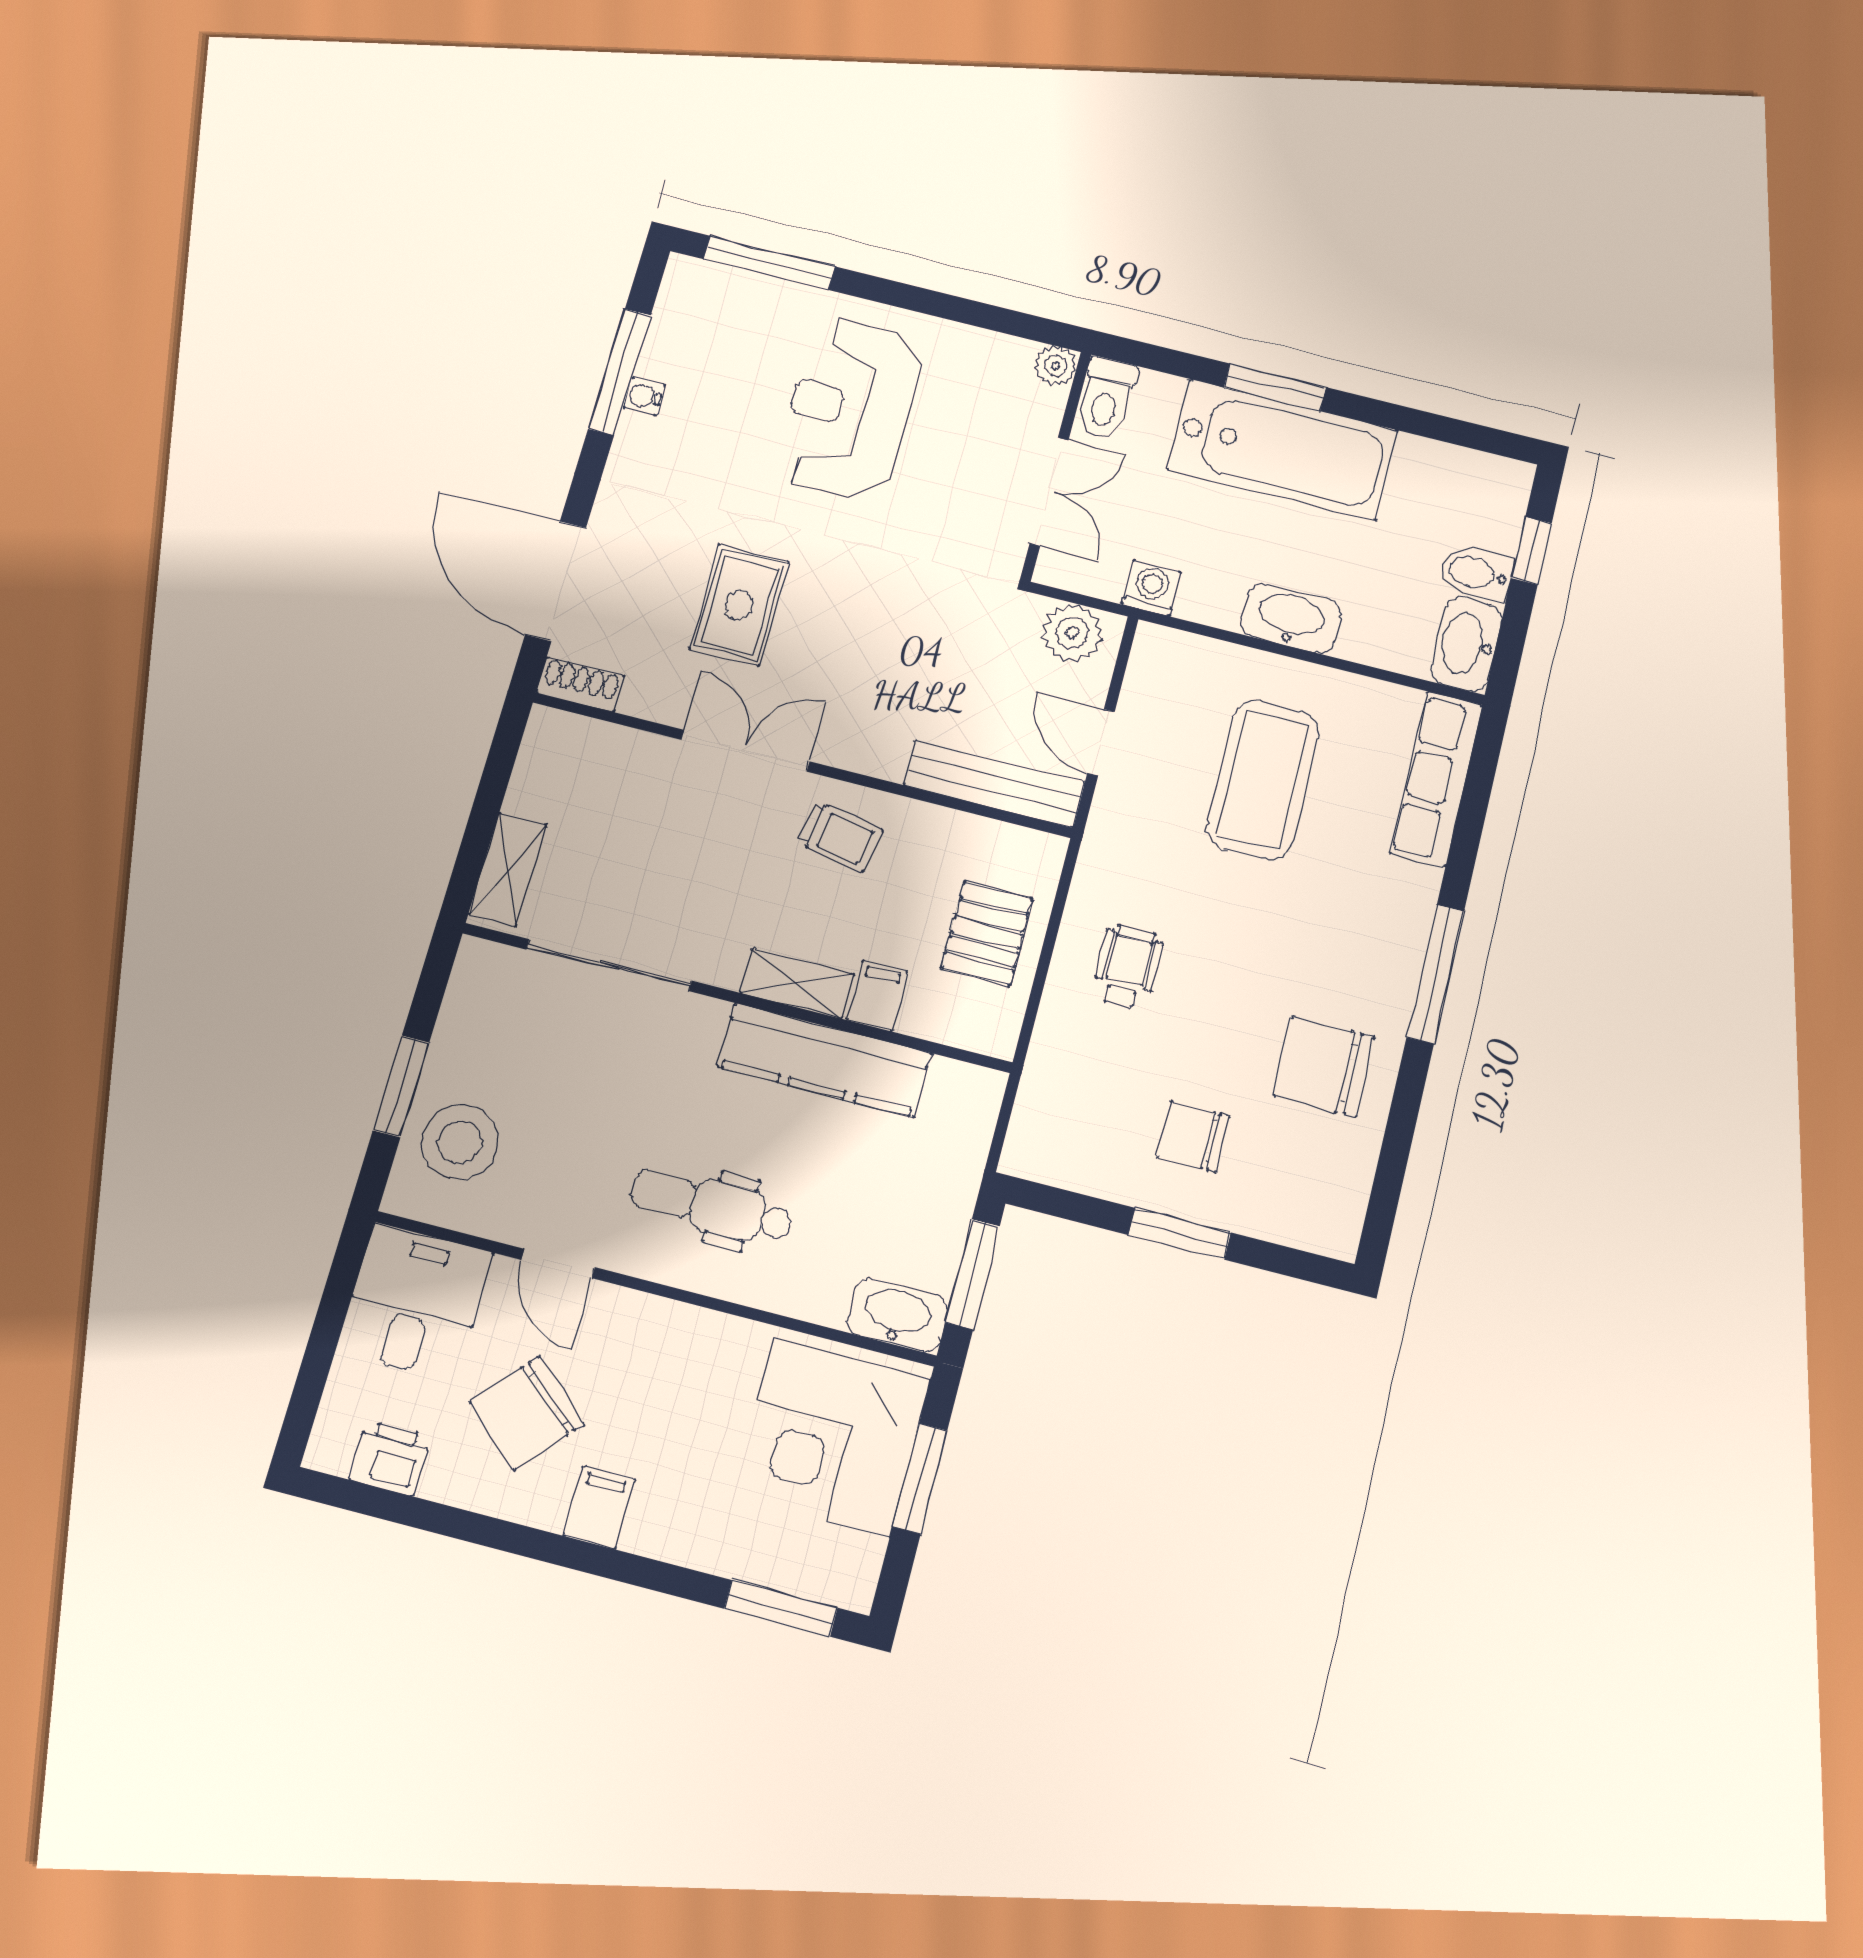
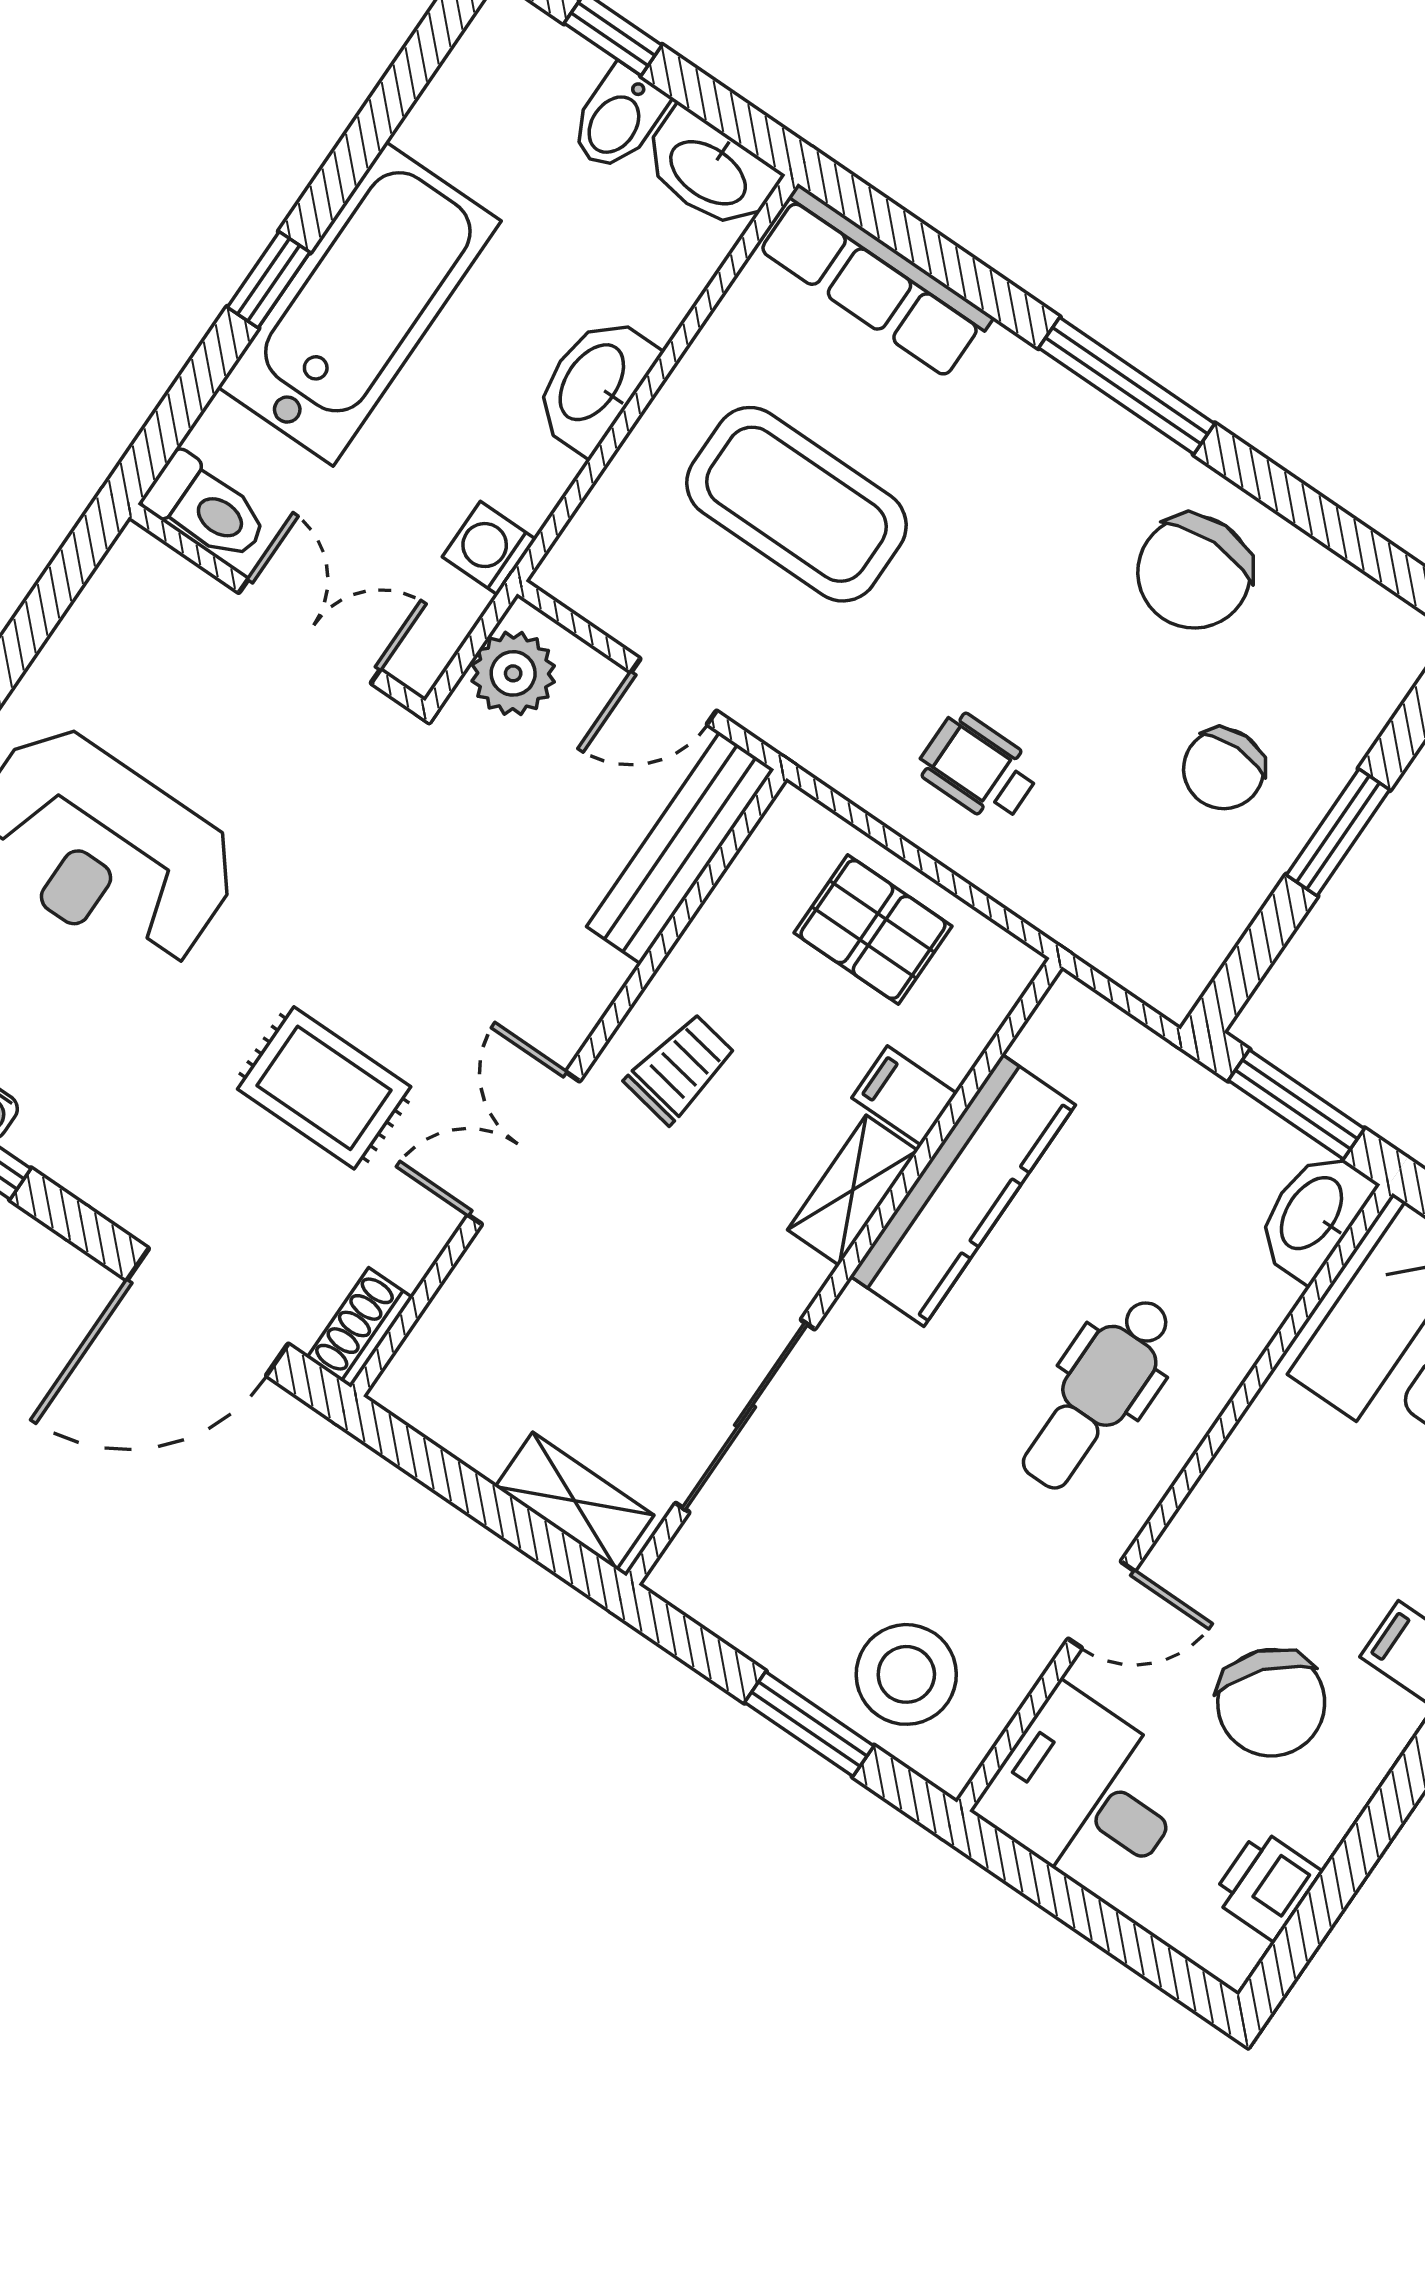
plant: (1056, 366) -> (137, 557), removed
window: (1275, 387) -> (269, 280), width x0.67

